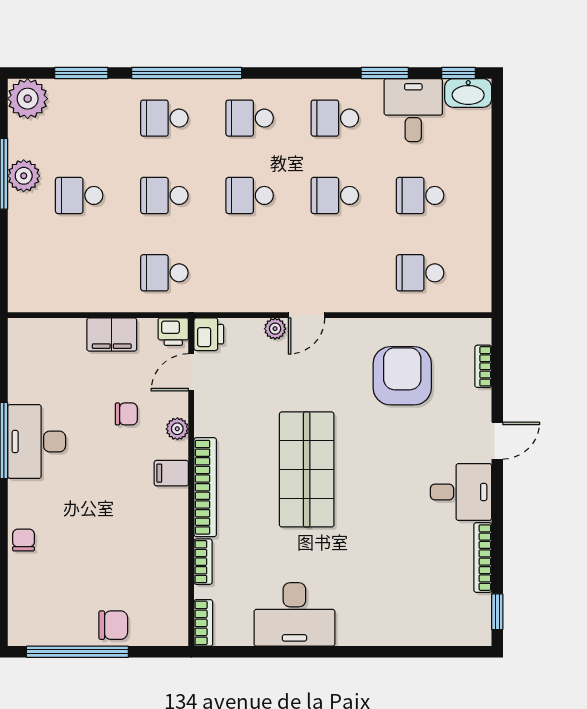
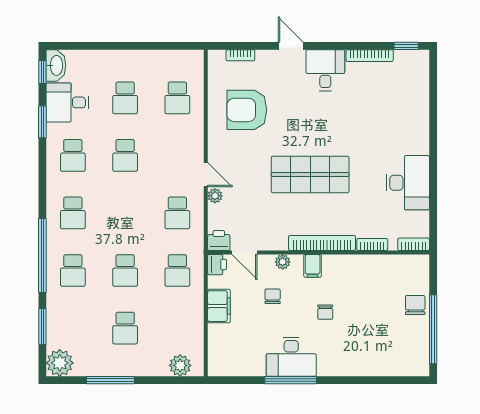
plant: (24, 176) -> (180, 365), moved
school desk: (250, 195) -> (177, 213), moved
chair: (23, 540) -> (325, 312), moved, turned -90

